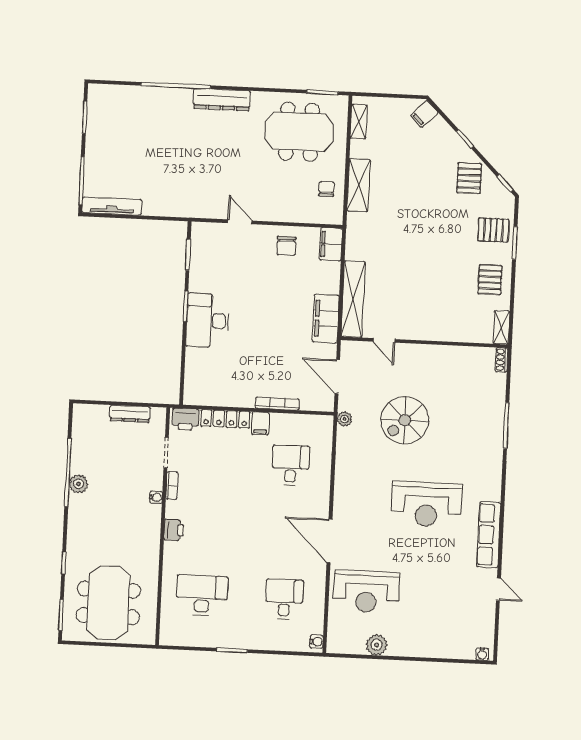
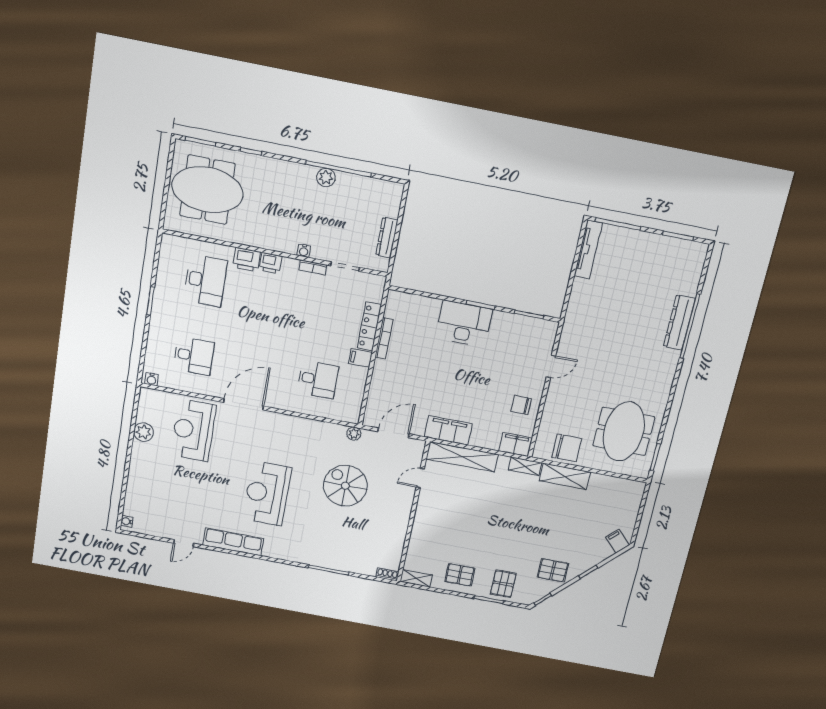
dresser: (222, 100) -> (679, 322), moved
shelving: (359, 122) -> (525, 466), moved
chair: (326, 189) -> (567, 448), width x1.87, depth x1.87
bookcase: (277, 404) -> (384, 338), moved
printer: (185, 419) -> (247, 260), moved, turned -90

